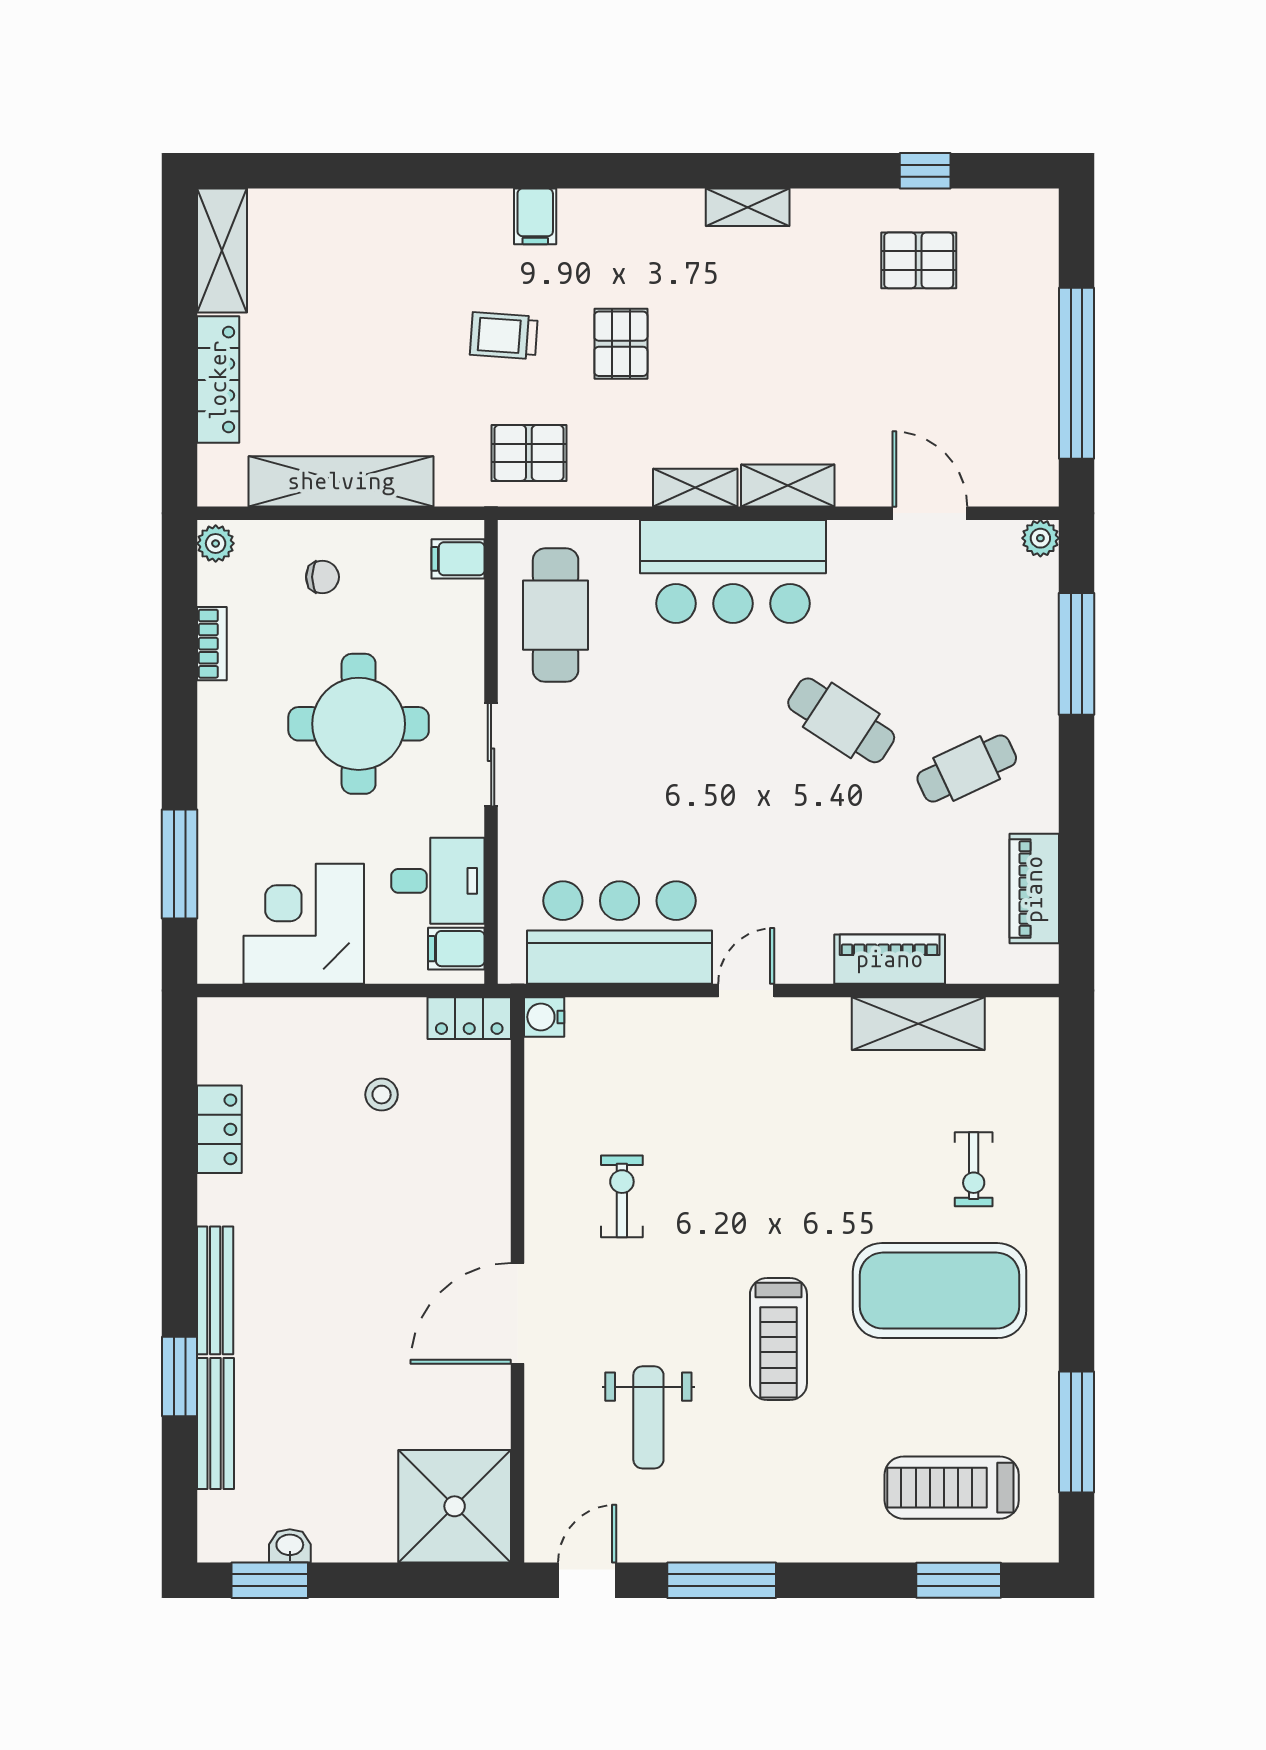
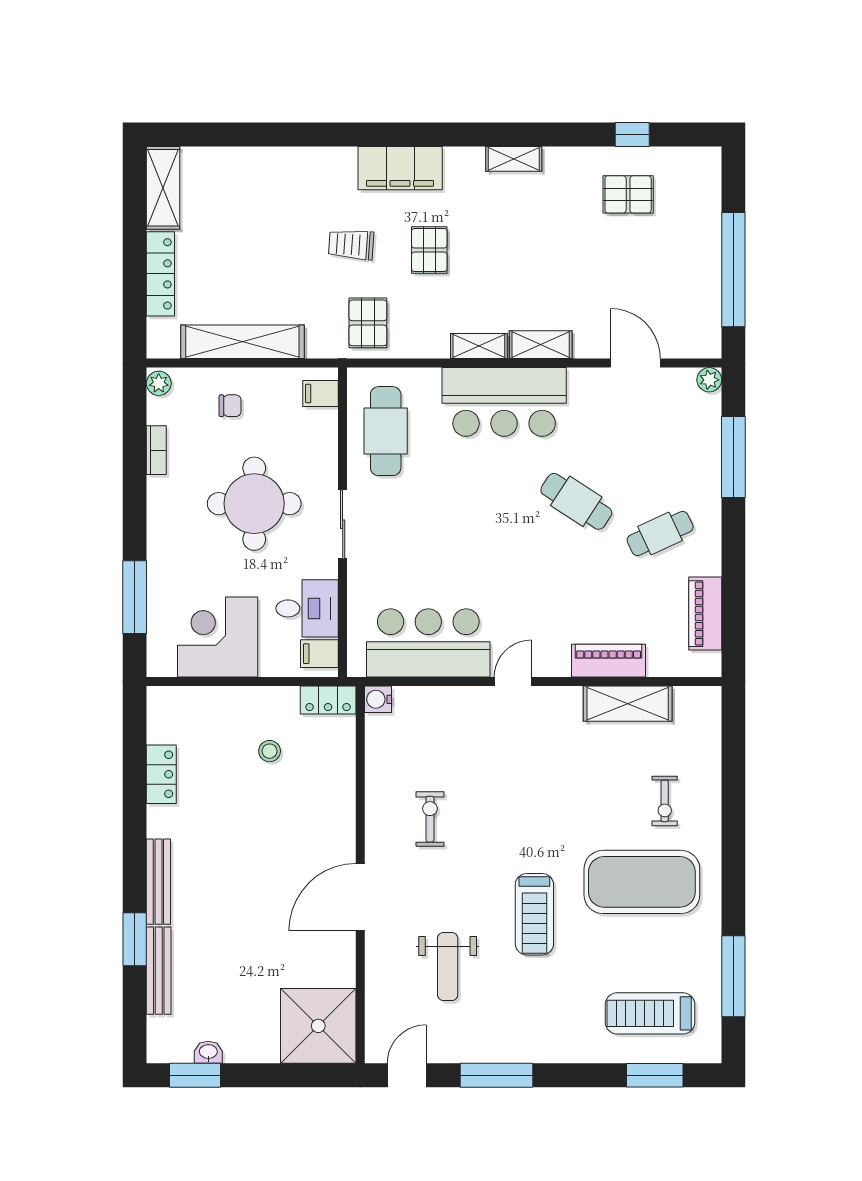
filing cabinet: (535, 216) -> (400, 168), width x3.00, depth x1.17
pallet: (529, 453) -> (368, 323), turned 90

